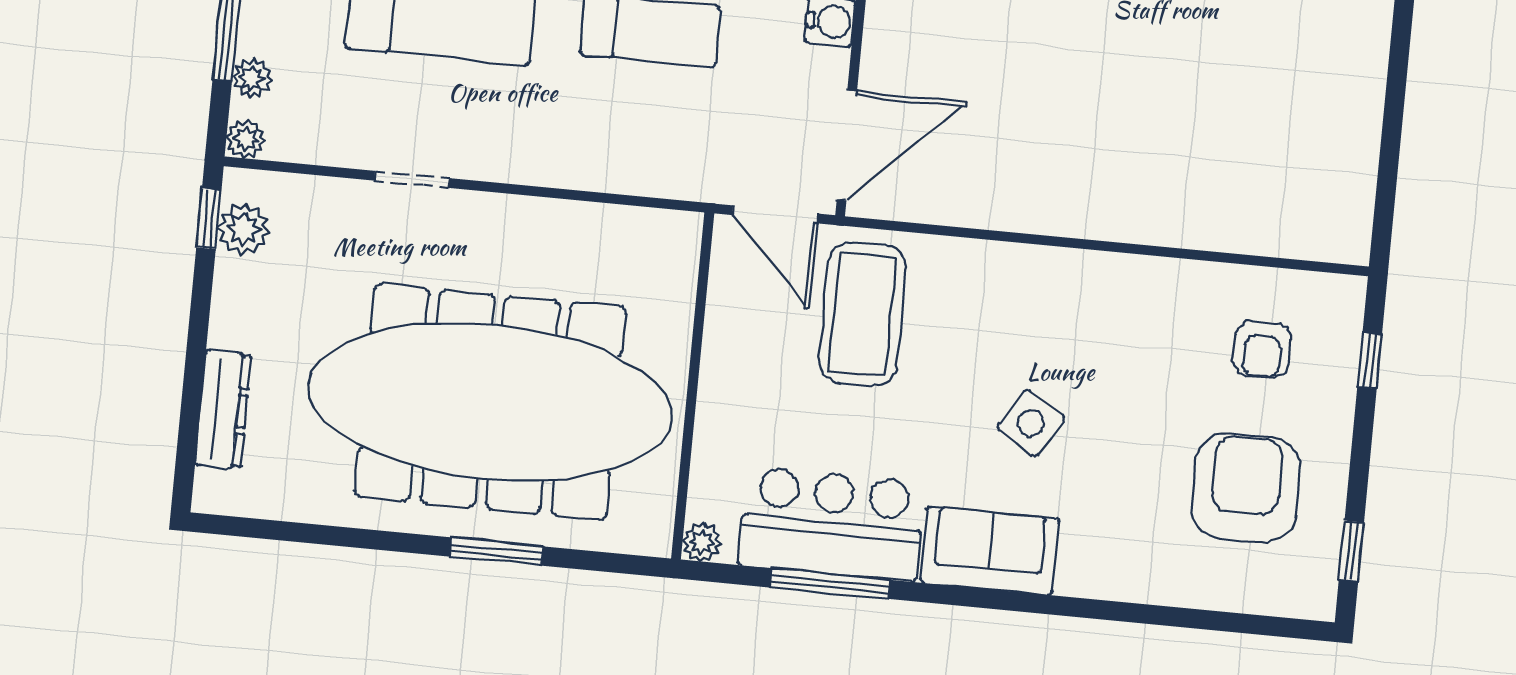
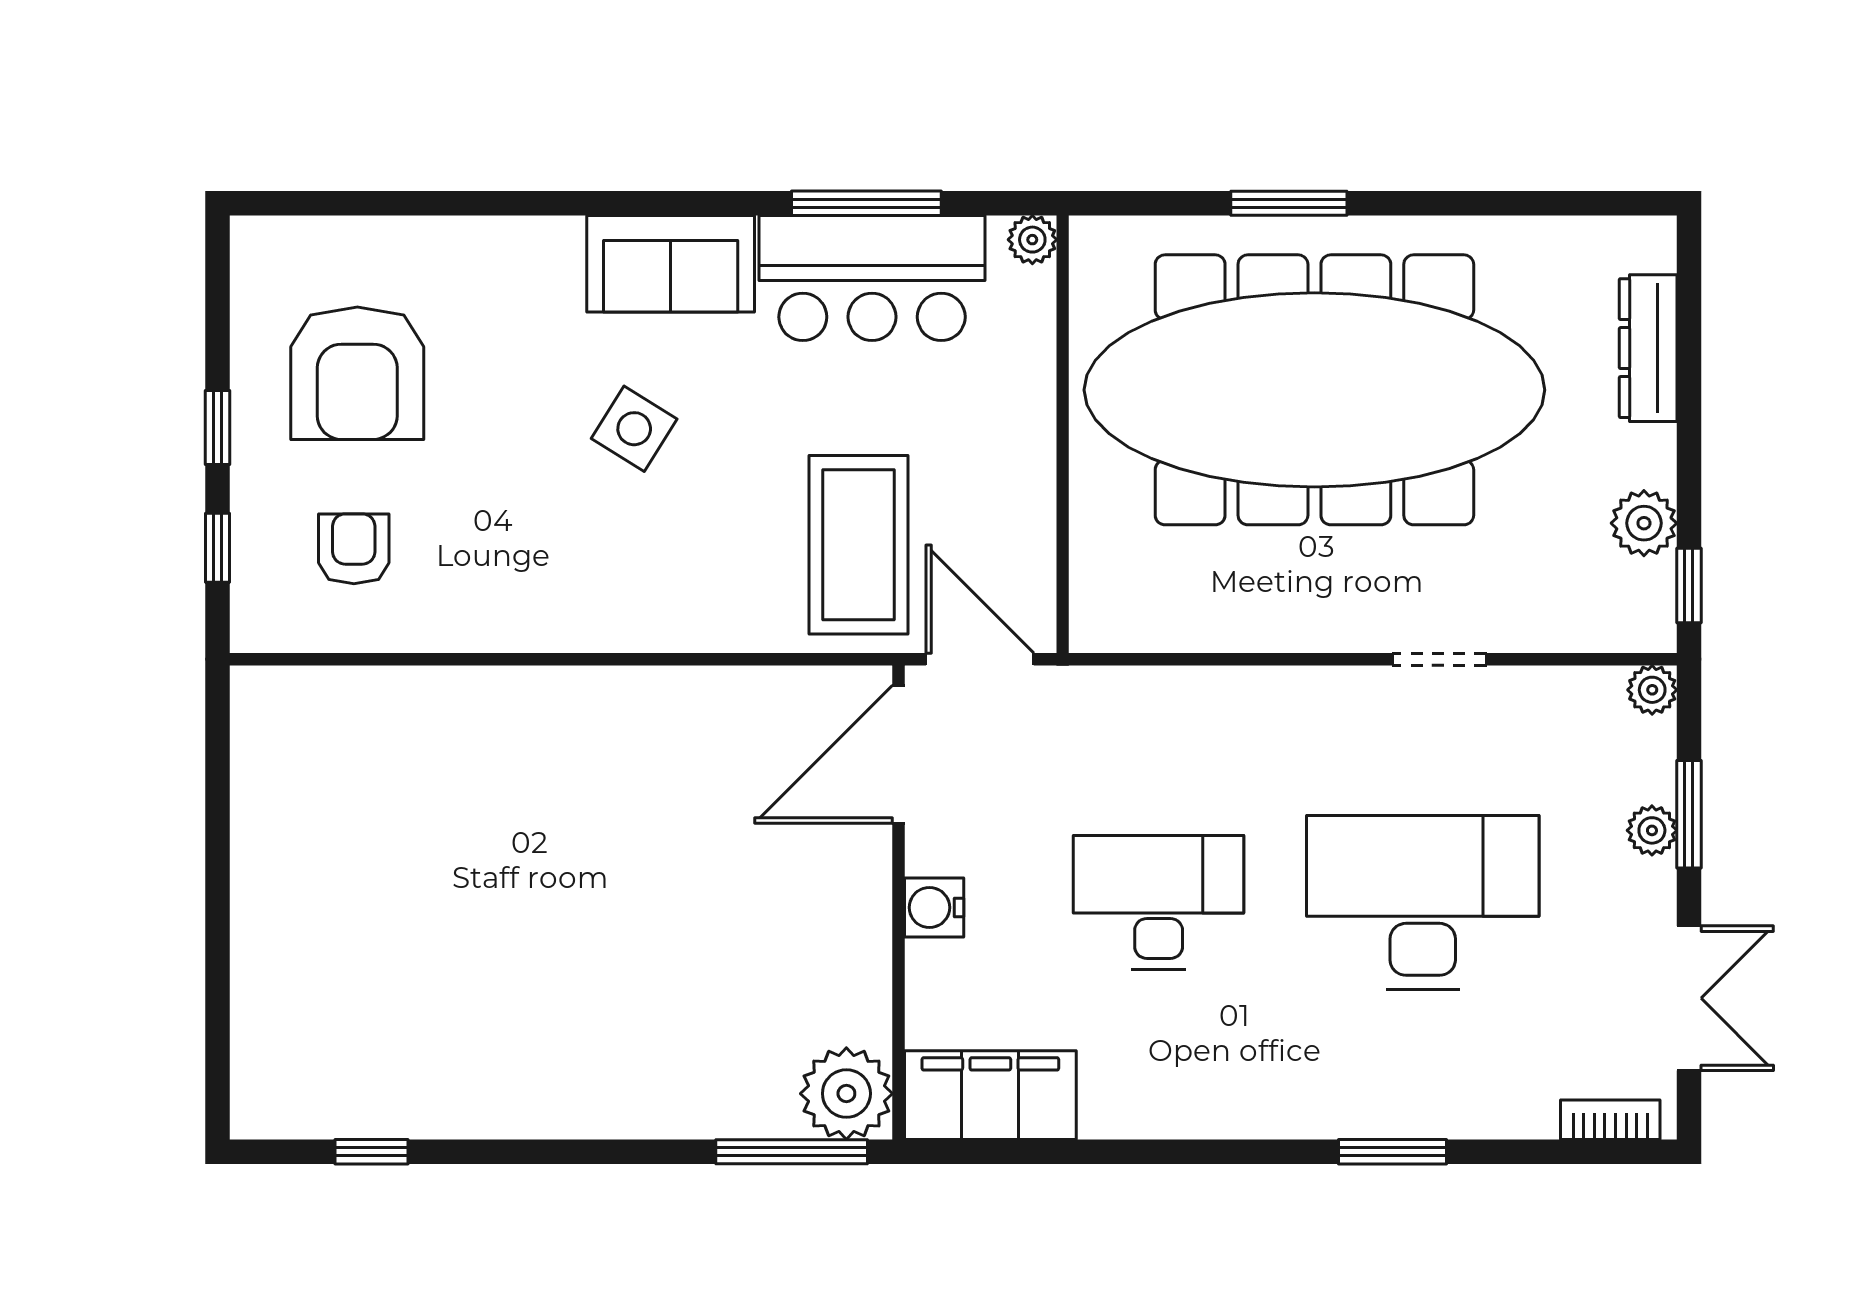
plant: (252, 78) -> (1652, 830), moved
plant: (244, 229) -> (1644, 523), moved
window: (1351, 551) -> (218, 427), moved

